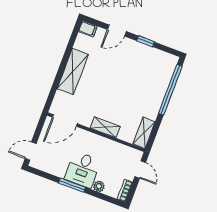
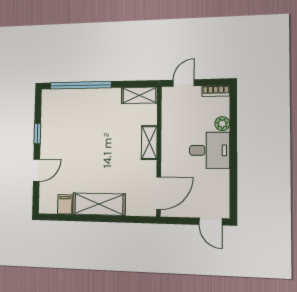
filing cabinet: (88, 29) -> (65, 204), moved
door: (117, 31) -> (36, 170), hinge flipped
door: (65, 120) -> (159, 193), hinge flipped
window: (72, 185) -> (233, 156), removed

